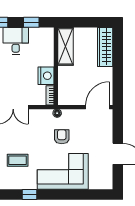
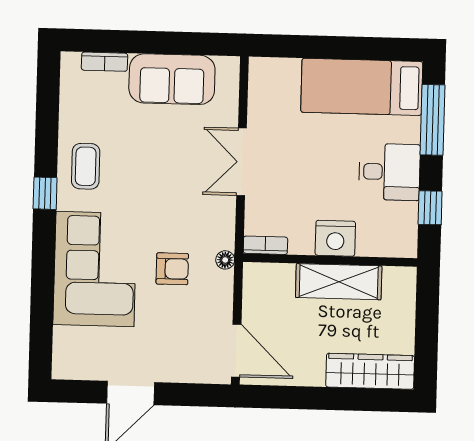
shelving: (65, 46) -> (339, 282), moved
nightstand: (46, 76) -> (335, 238), moved
coffee table: (18, 160) -> (86, 166), moved

